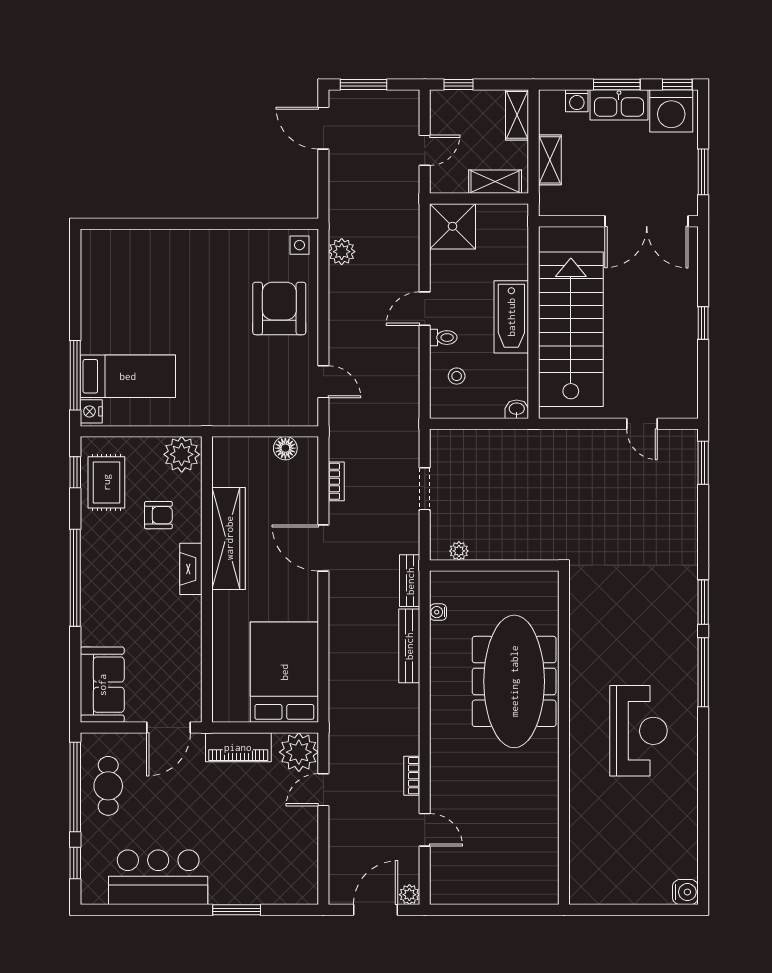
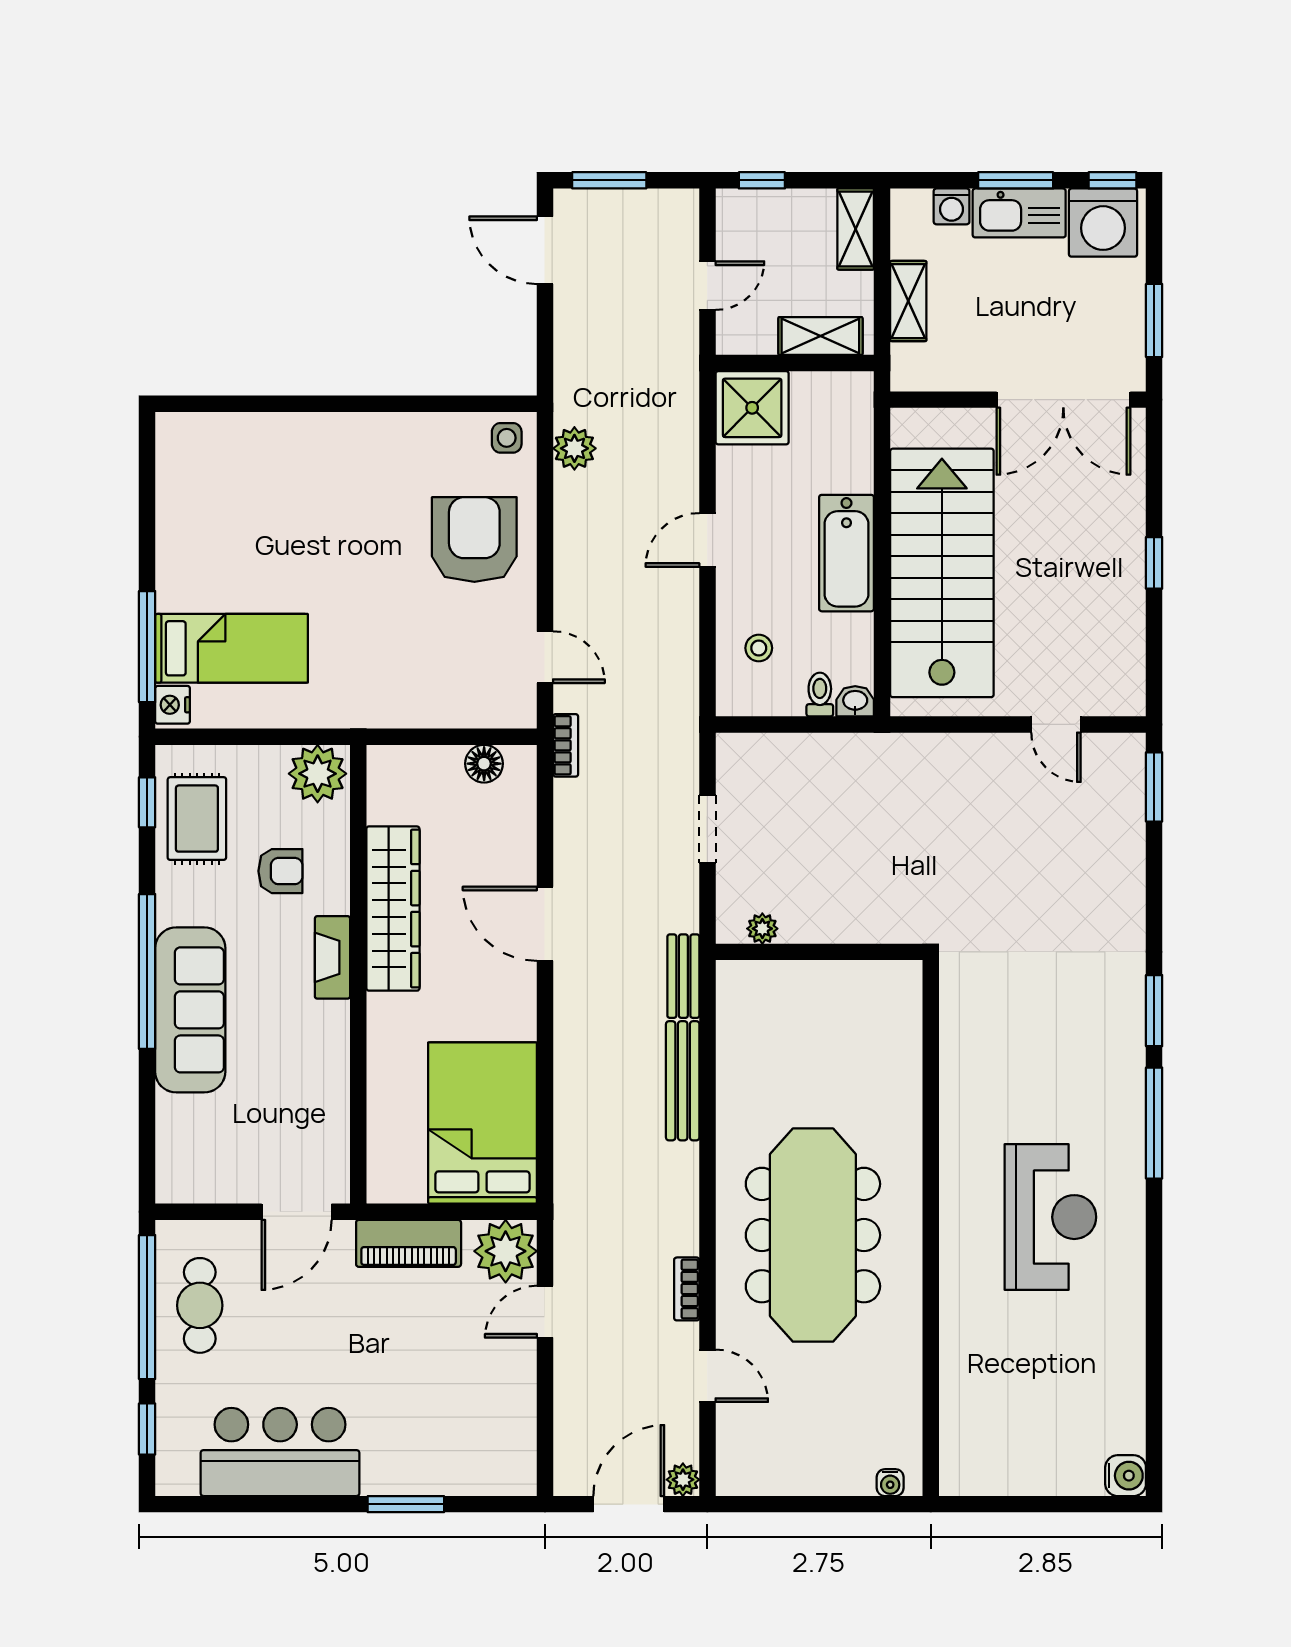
toilet: (443, 338) -> (820, 695), moved, turned -90
bookcase: (336, 481) -> (566, 745), moved
water cooler: (438, 612) -> (890, 1483), moved, turned -90
meeting table: (514, 681) -> (813, 1235), moved
sofa: (102, 685) -> (190, 1010), moved, width x1.36

